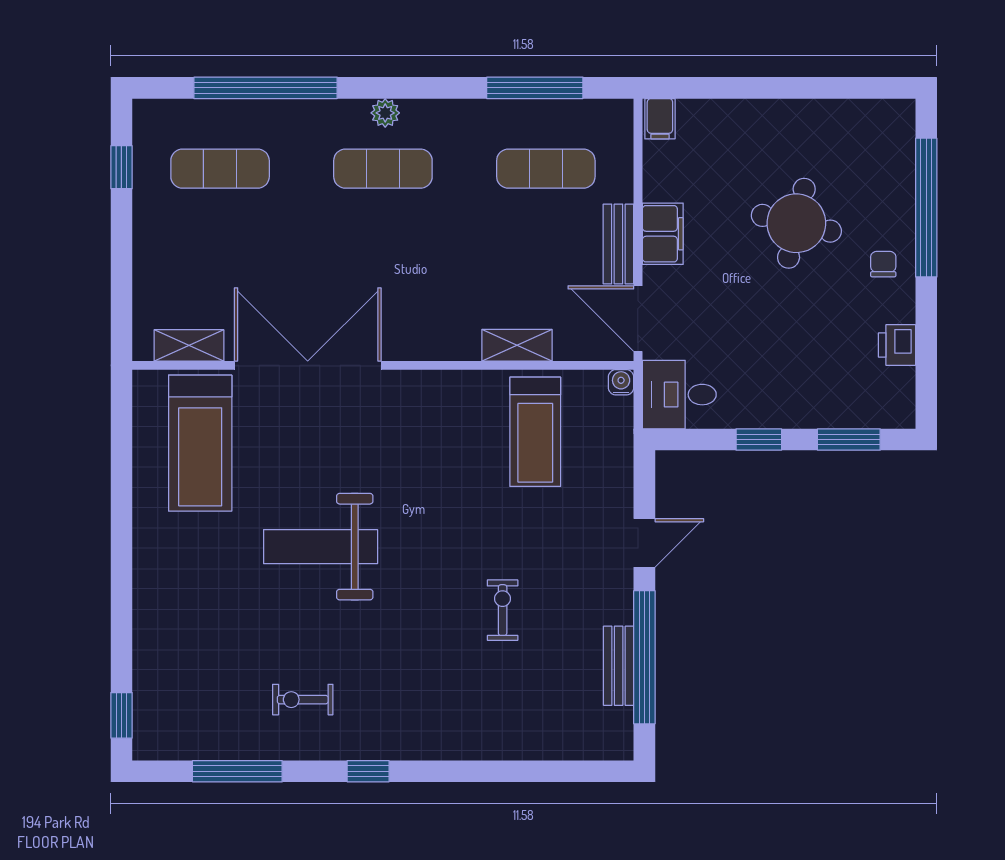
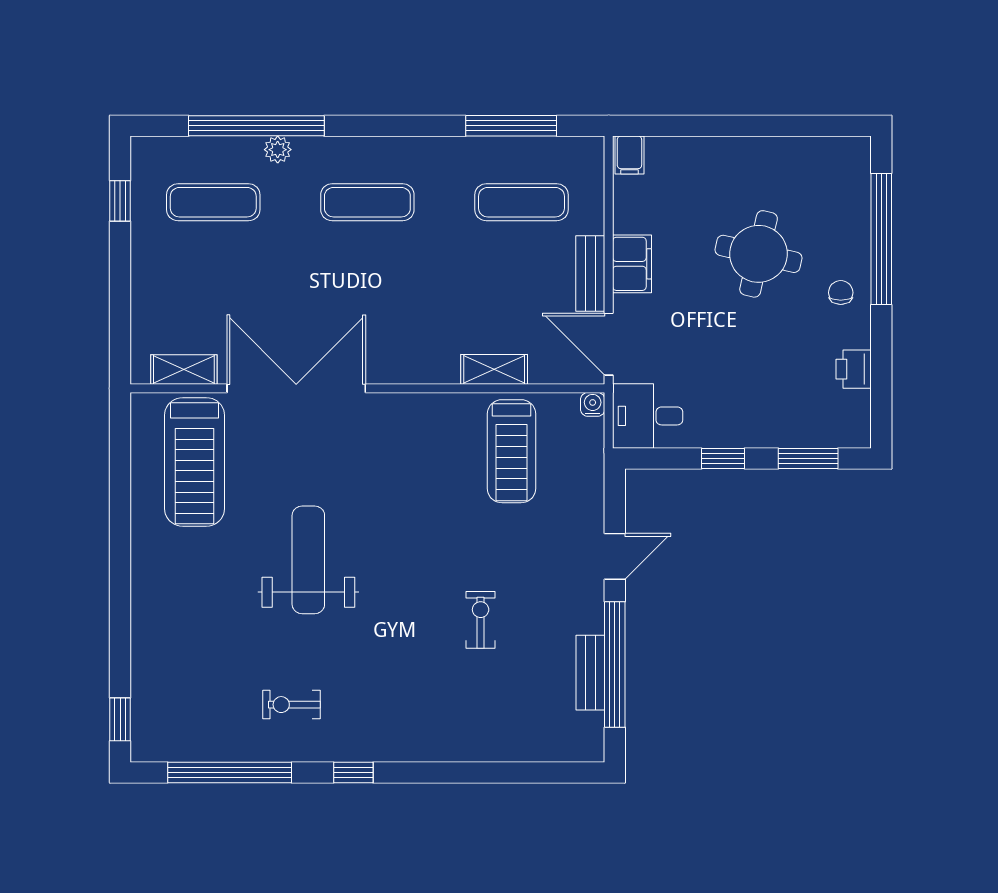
plant: (385, 113) -> (278, 150), moved
weight bench: (321, 547) -> (308, 560), turned 90
window: (237, 771) -> (230, 772), width x1.46

